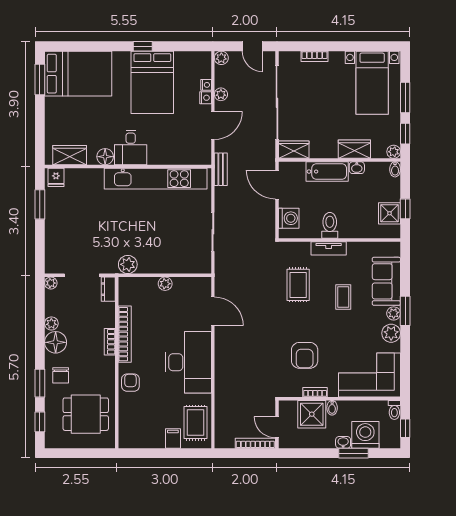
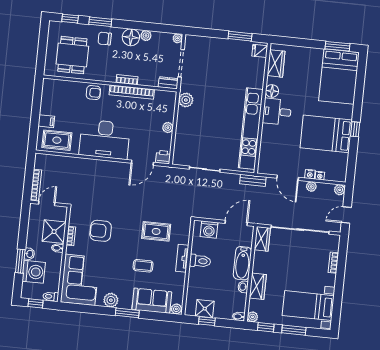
printer: (203, 286) -> (163, 157), added
plant: (394, 313) -> (176, 309), moved

